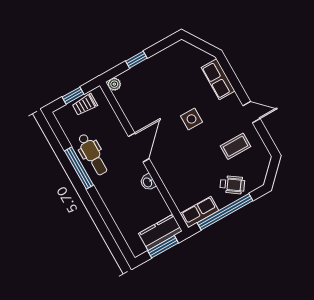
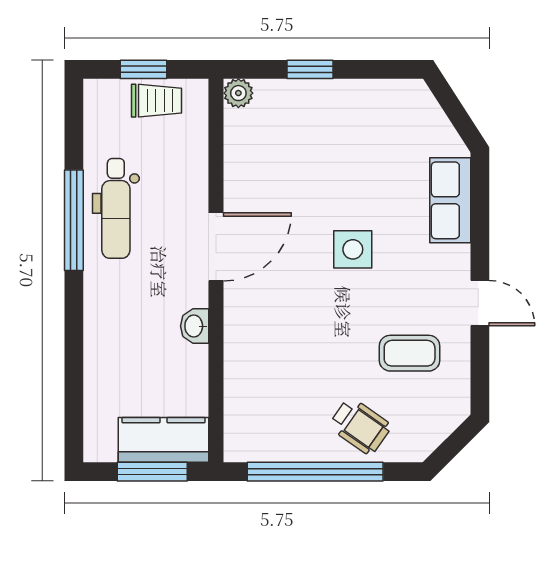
trolley: (85, 105) -> (157, 101), turned 180
row of seats: (200, 212) -> (264, 443), removed

